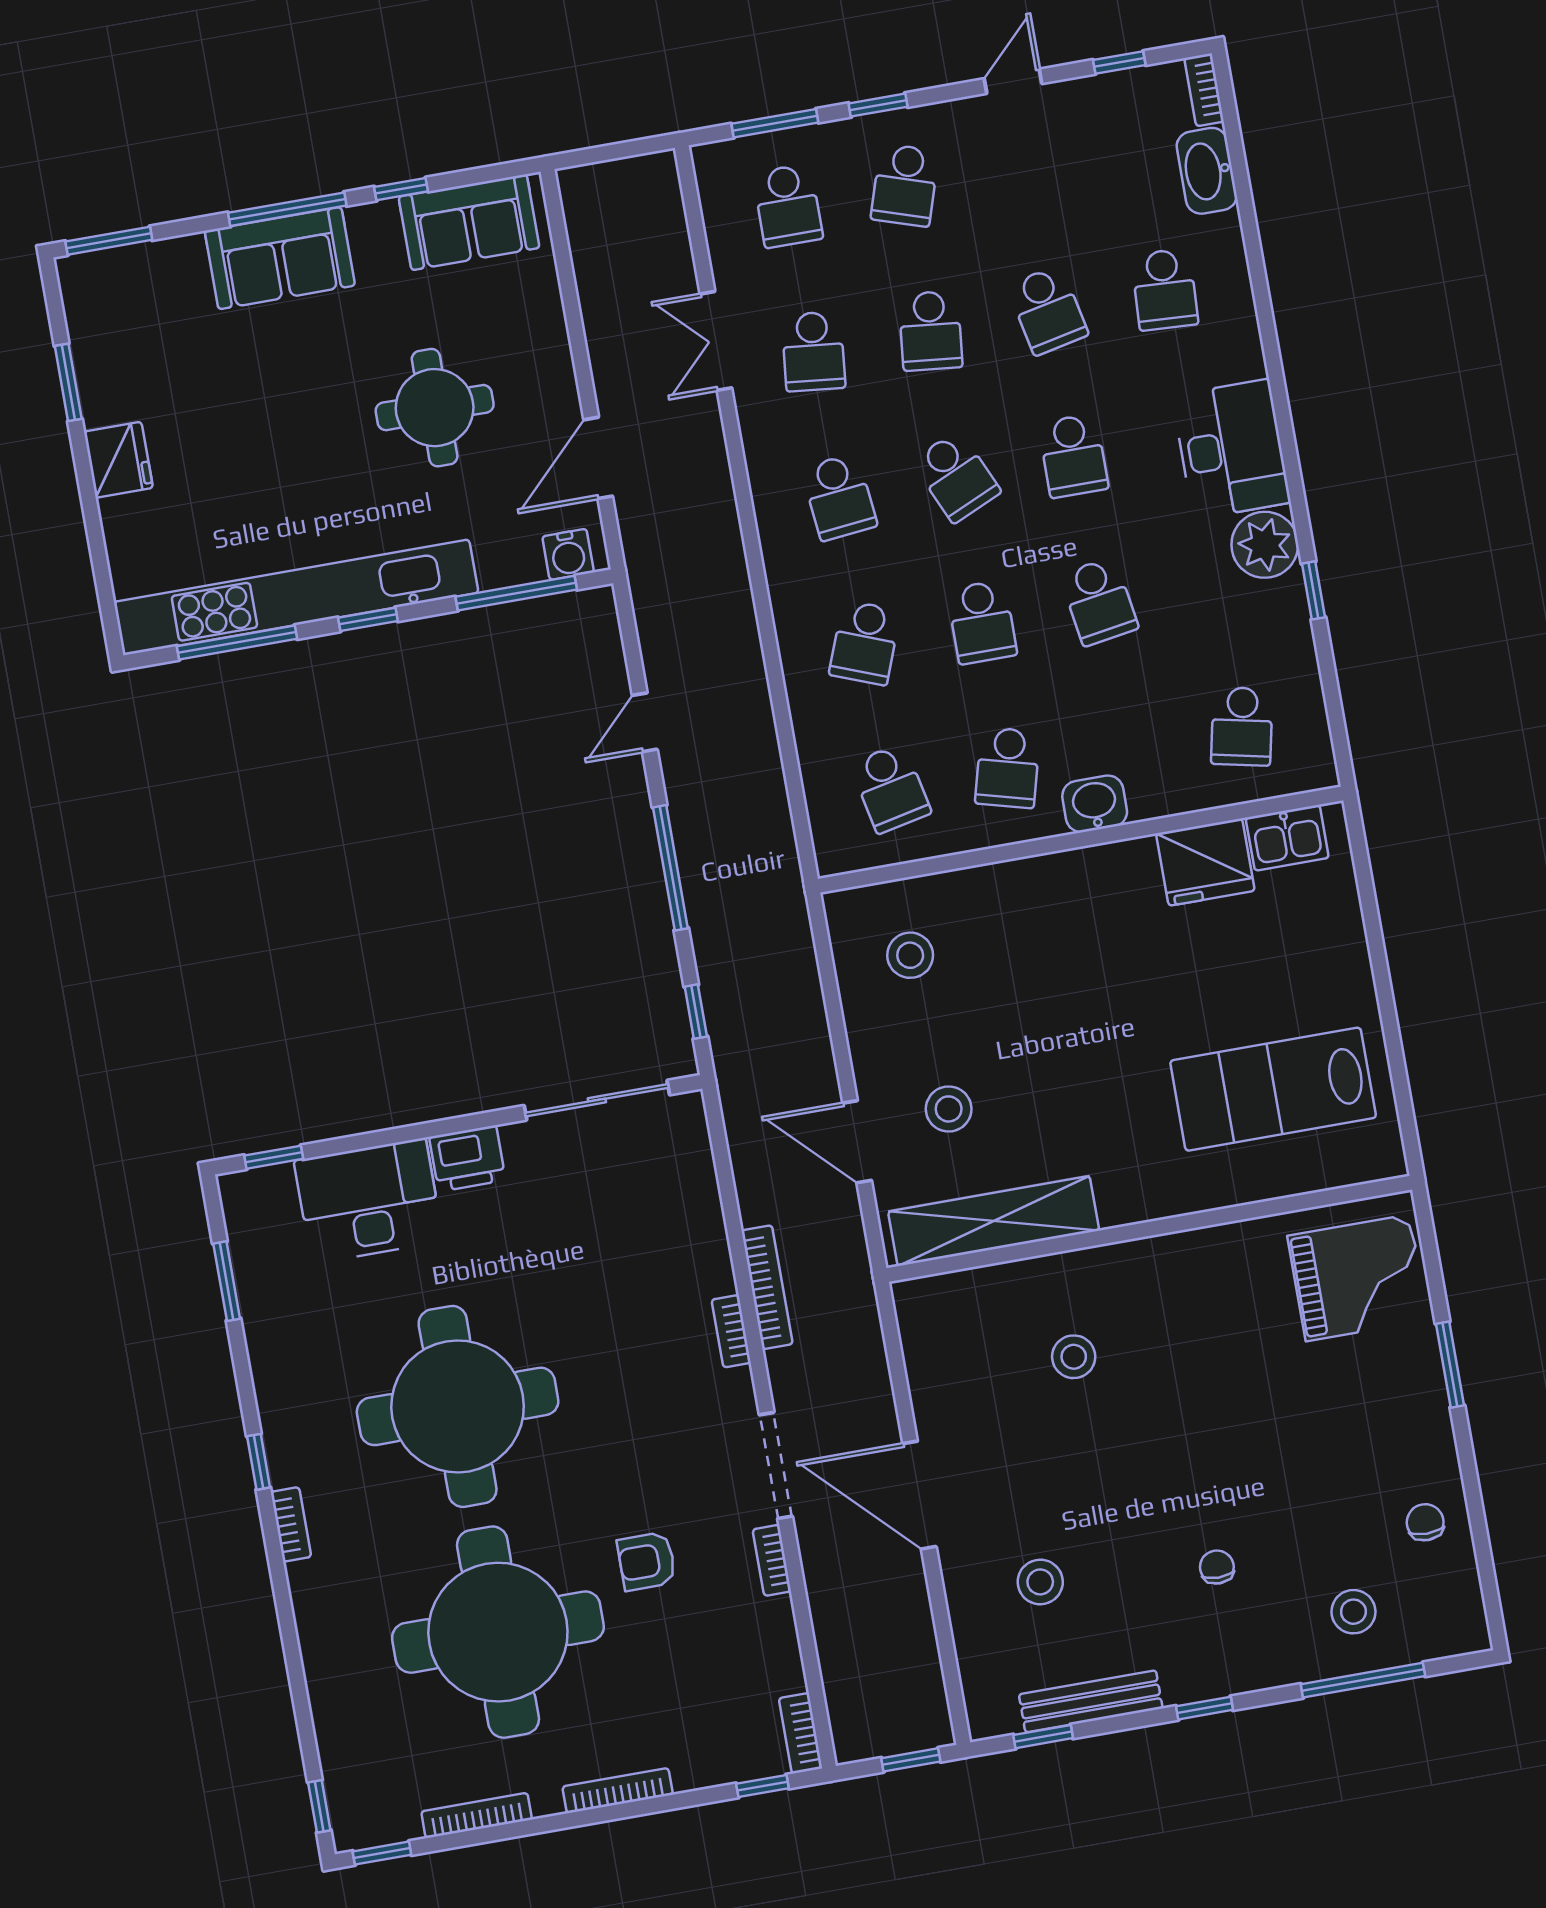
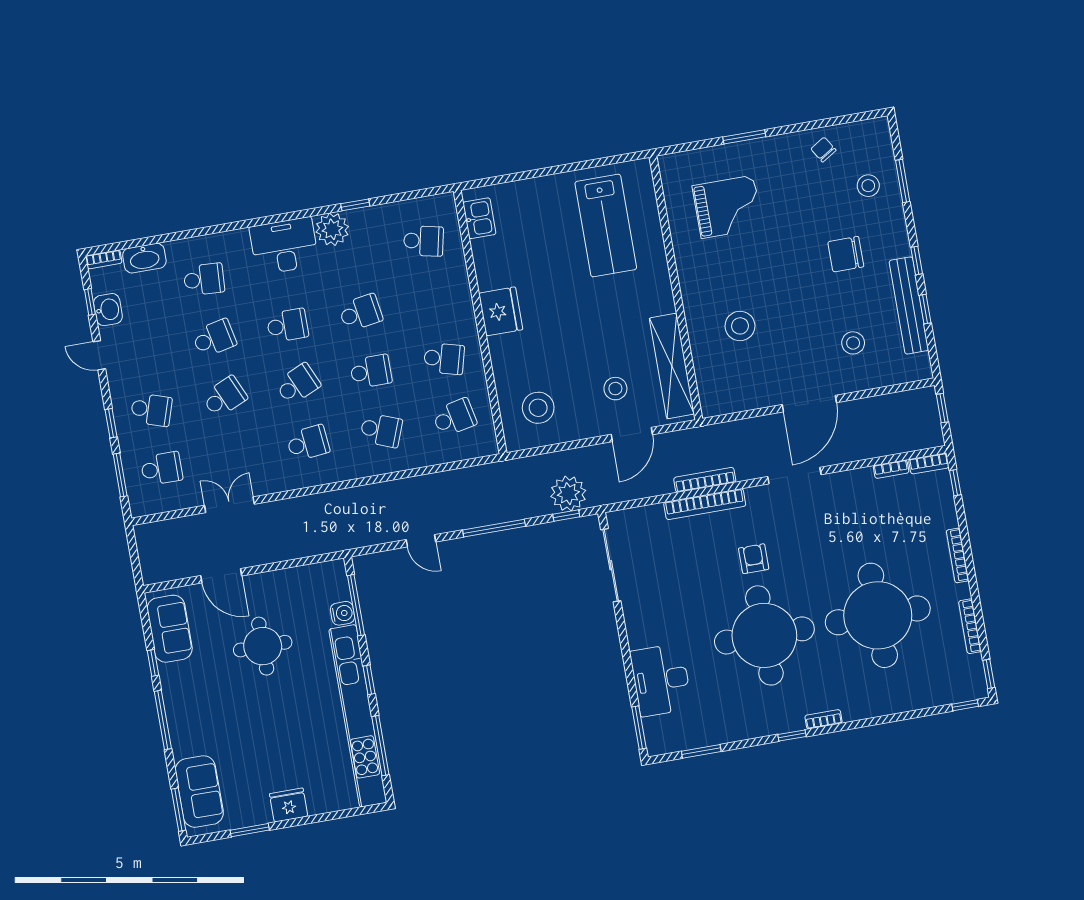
sofa: (280, 258) -> (199, 792), moved
school desk: (931, 331) -> (224, 397), turned -30
double door: (716, 341) -> (229, 505), swing flipped
school desk: (813, 351) -> (235, 456), removed
door: (598, 458) -> (221, 576), moved
water cooler: (568, 554) -> (342, 613), moved
washbasin: (1095, 804) -> (108, 310), moved, turned 180
fridge: (1205, 862) -> (501, 311), moved
stool: (910, 955) -> (538, 408), width x1.38, depth x1.38
plant: (739, 1015) -> (568, 494), added
window: (274, 1157) -> (639, 728), width x1.50
printer: (467, 1159) -> (640, 630), removed
grand piano: (1358, 1278) -> (727, 207), moved, turned 90
bookcase: (731, 1331) -> (705, 504), width x2.31, depth x1.31
stool: (1074, 1357) -> (740, 326), width x1.38, depth x1.38
chair: (1425, 1522) -> (823, 150), turned 58
bookcase: (772, 1560) -> (891, 469), moved
armchair: (647, 1561) -> (754, 559), moved, turned 180
chair: (1217, 1567) -> (846, 254), width x1.87, depth x1.87
window: (1363, 1680) -> (903, 181), width x0.69
bench: (1091, 1701) -> (909, 305), width x1.37, depth x1.21
window: (1043, 1737) -> (925, 309), moved

